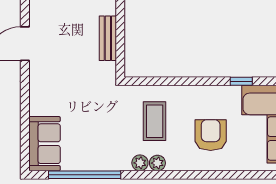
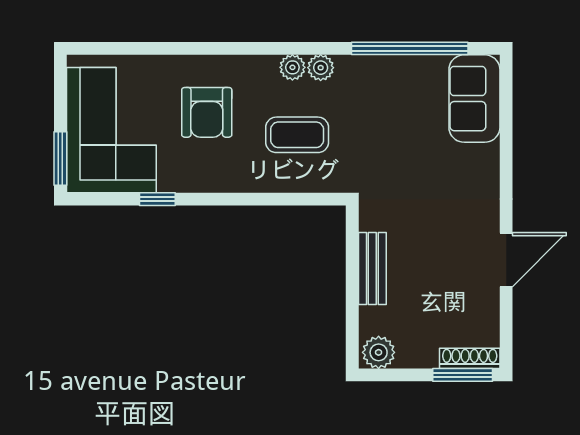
coffee table: (155, 121) -> (297, 135), turned 90

